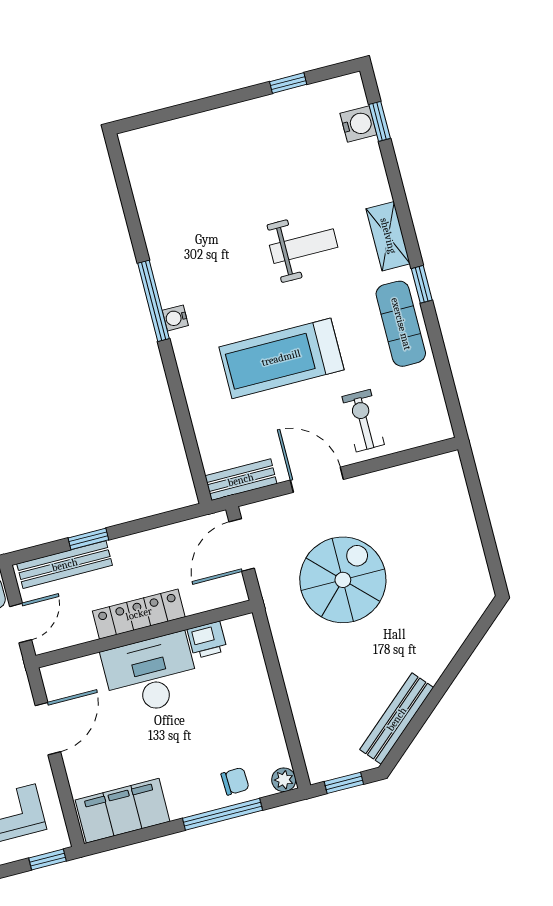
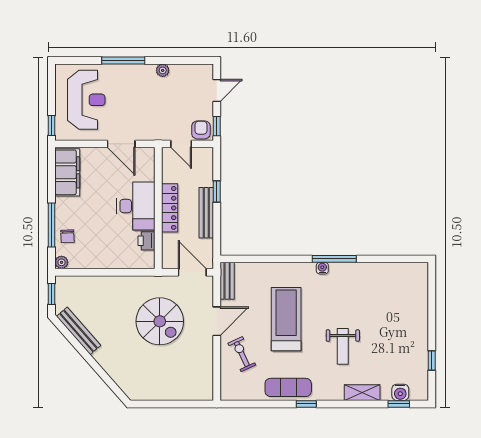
shelving: (388, 236) -> (362, 393), moved
exercise bike: (363, 421) -> (242, 354), turned -115
bench: (65, 565) -> (206, 213), moved

